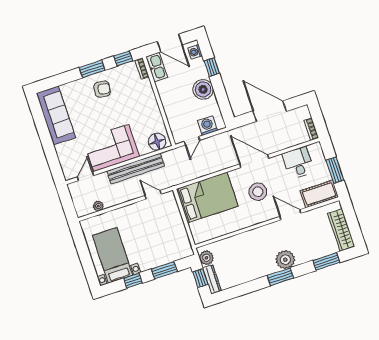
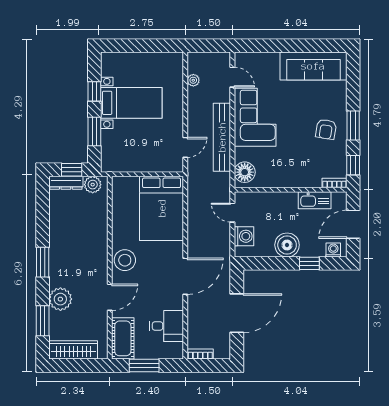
kitchen sink: (157, 67) -> (315, 200), moved
stool: (258, 192) -> (125, 260), moved
bed with nightstands: (113, 255) -> (131, 103), moved
plant: (285, 260) -> (60, 299), moved

